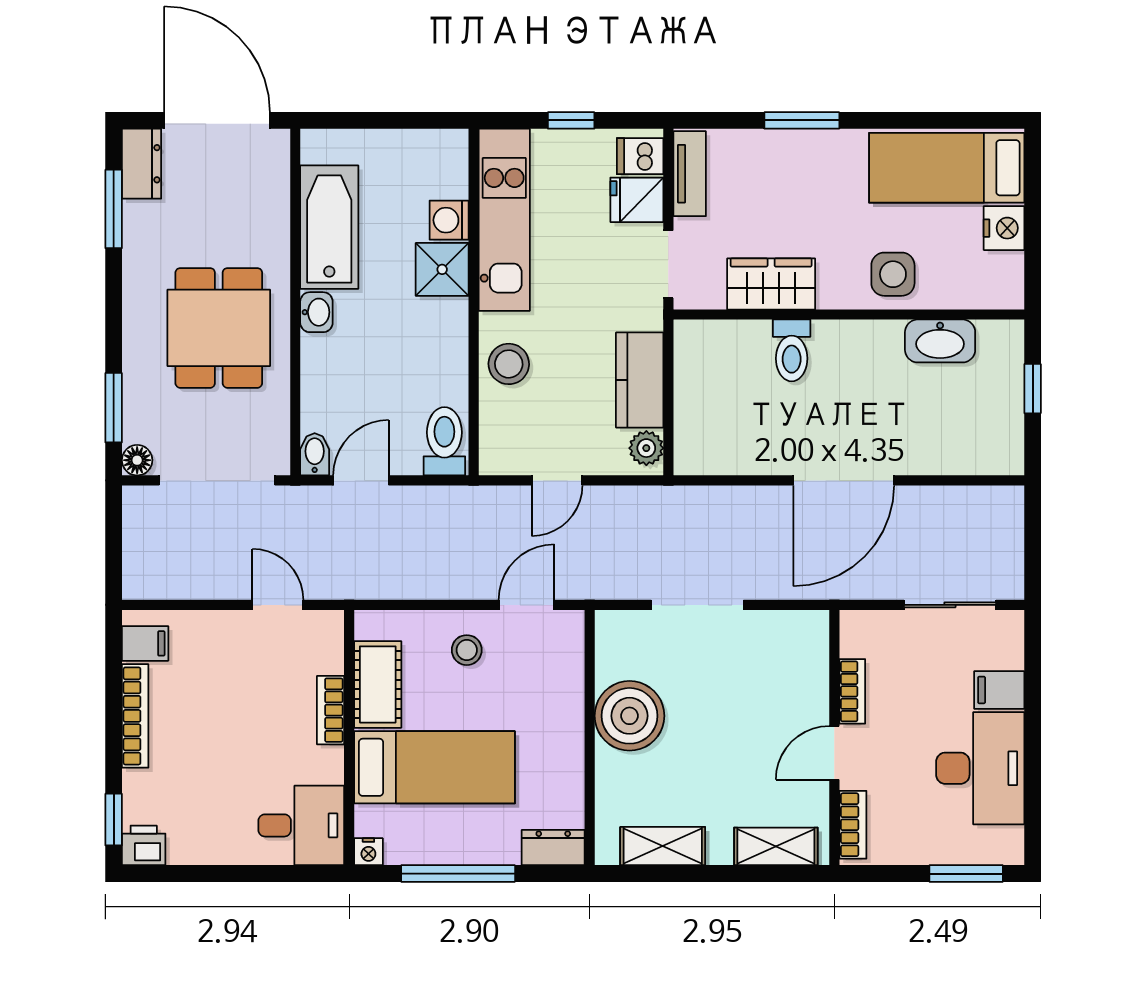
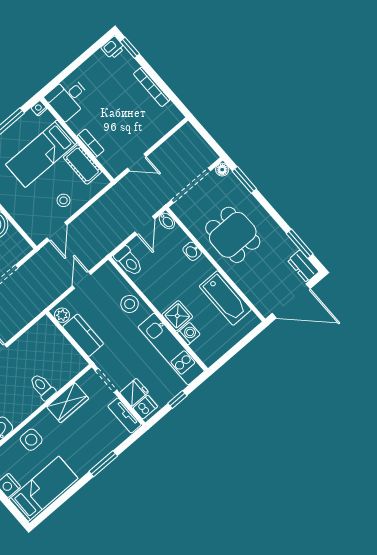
washbasin: (316, 312) -> (192, 251), moved
filing cabinet: (145, 643) -> (169, 113), removed

